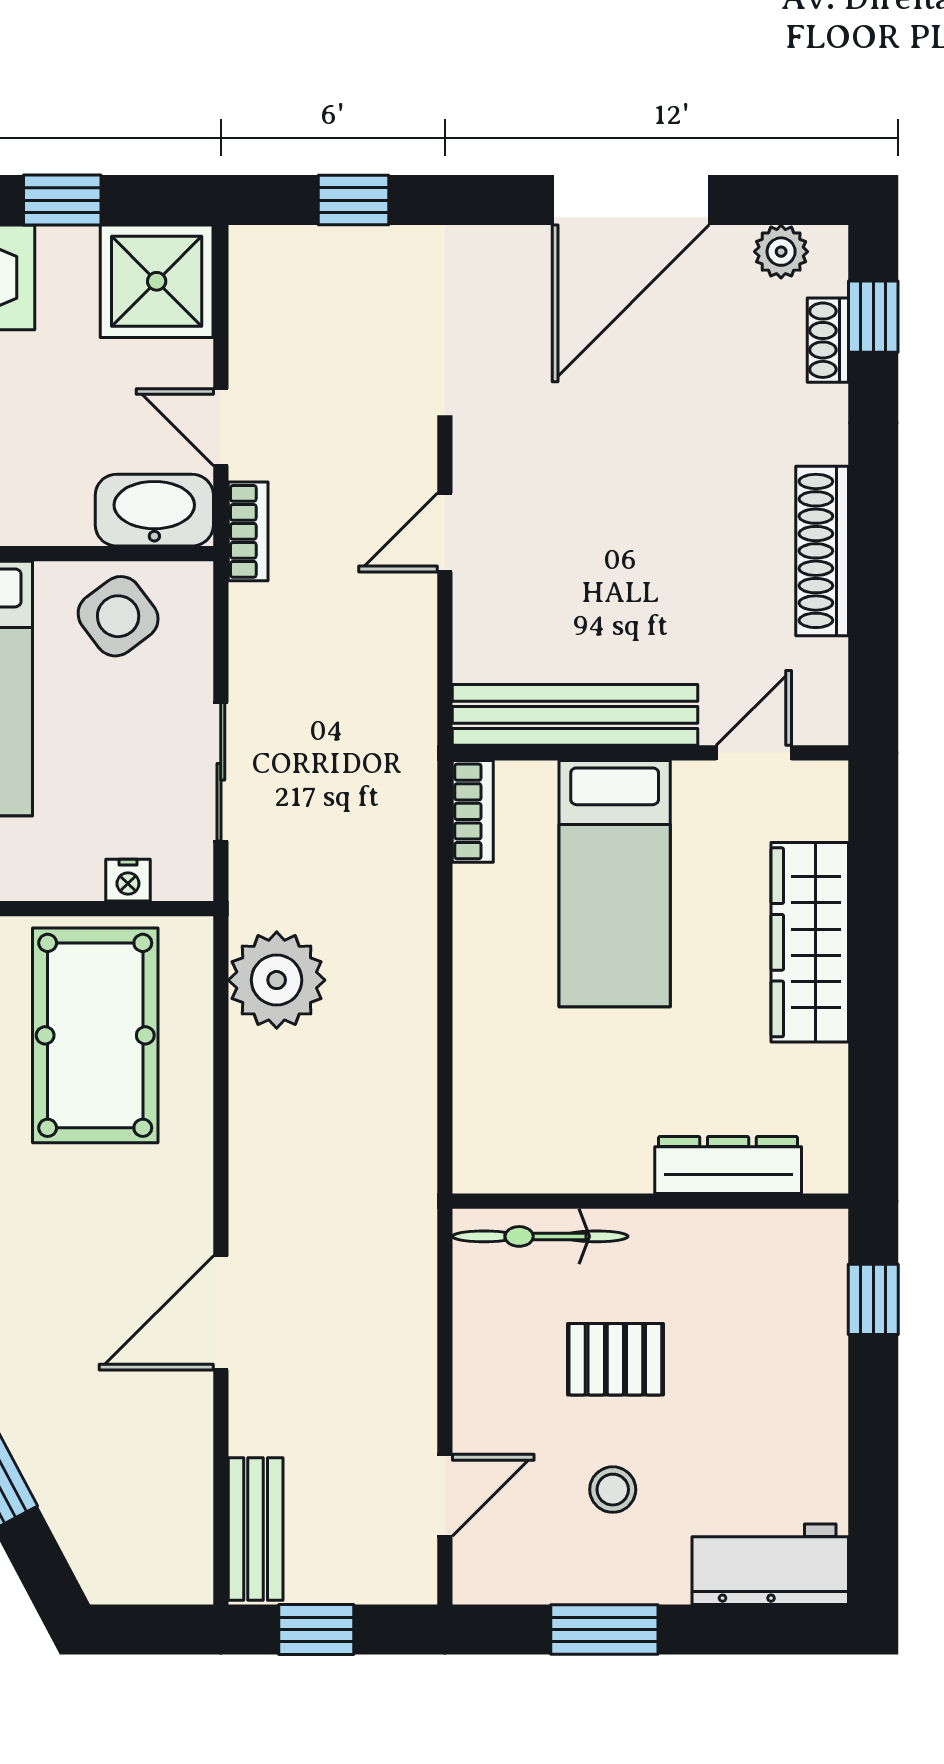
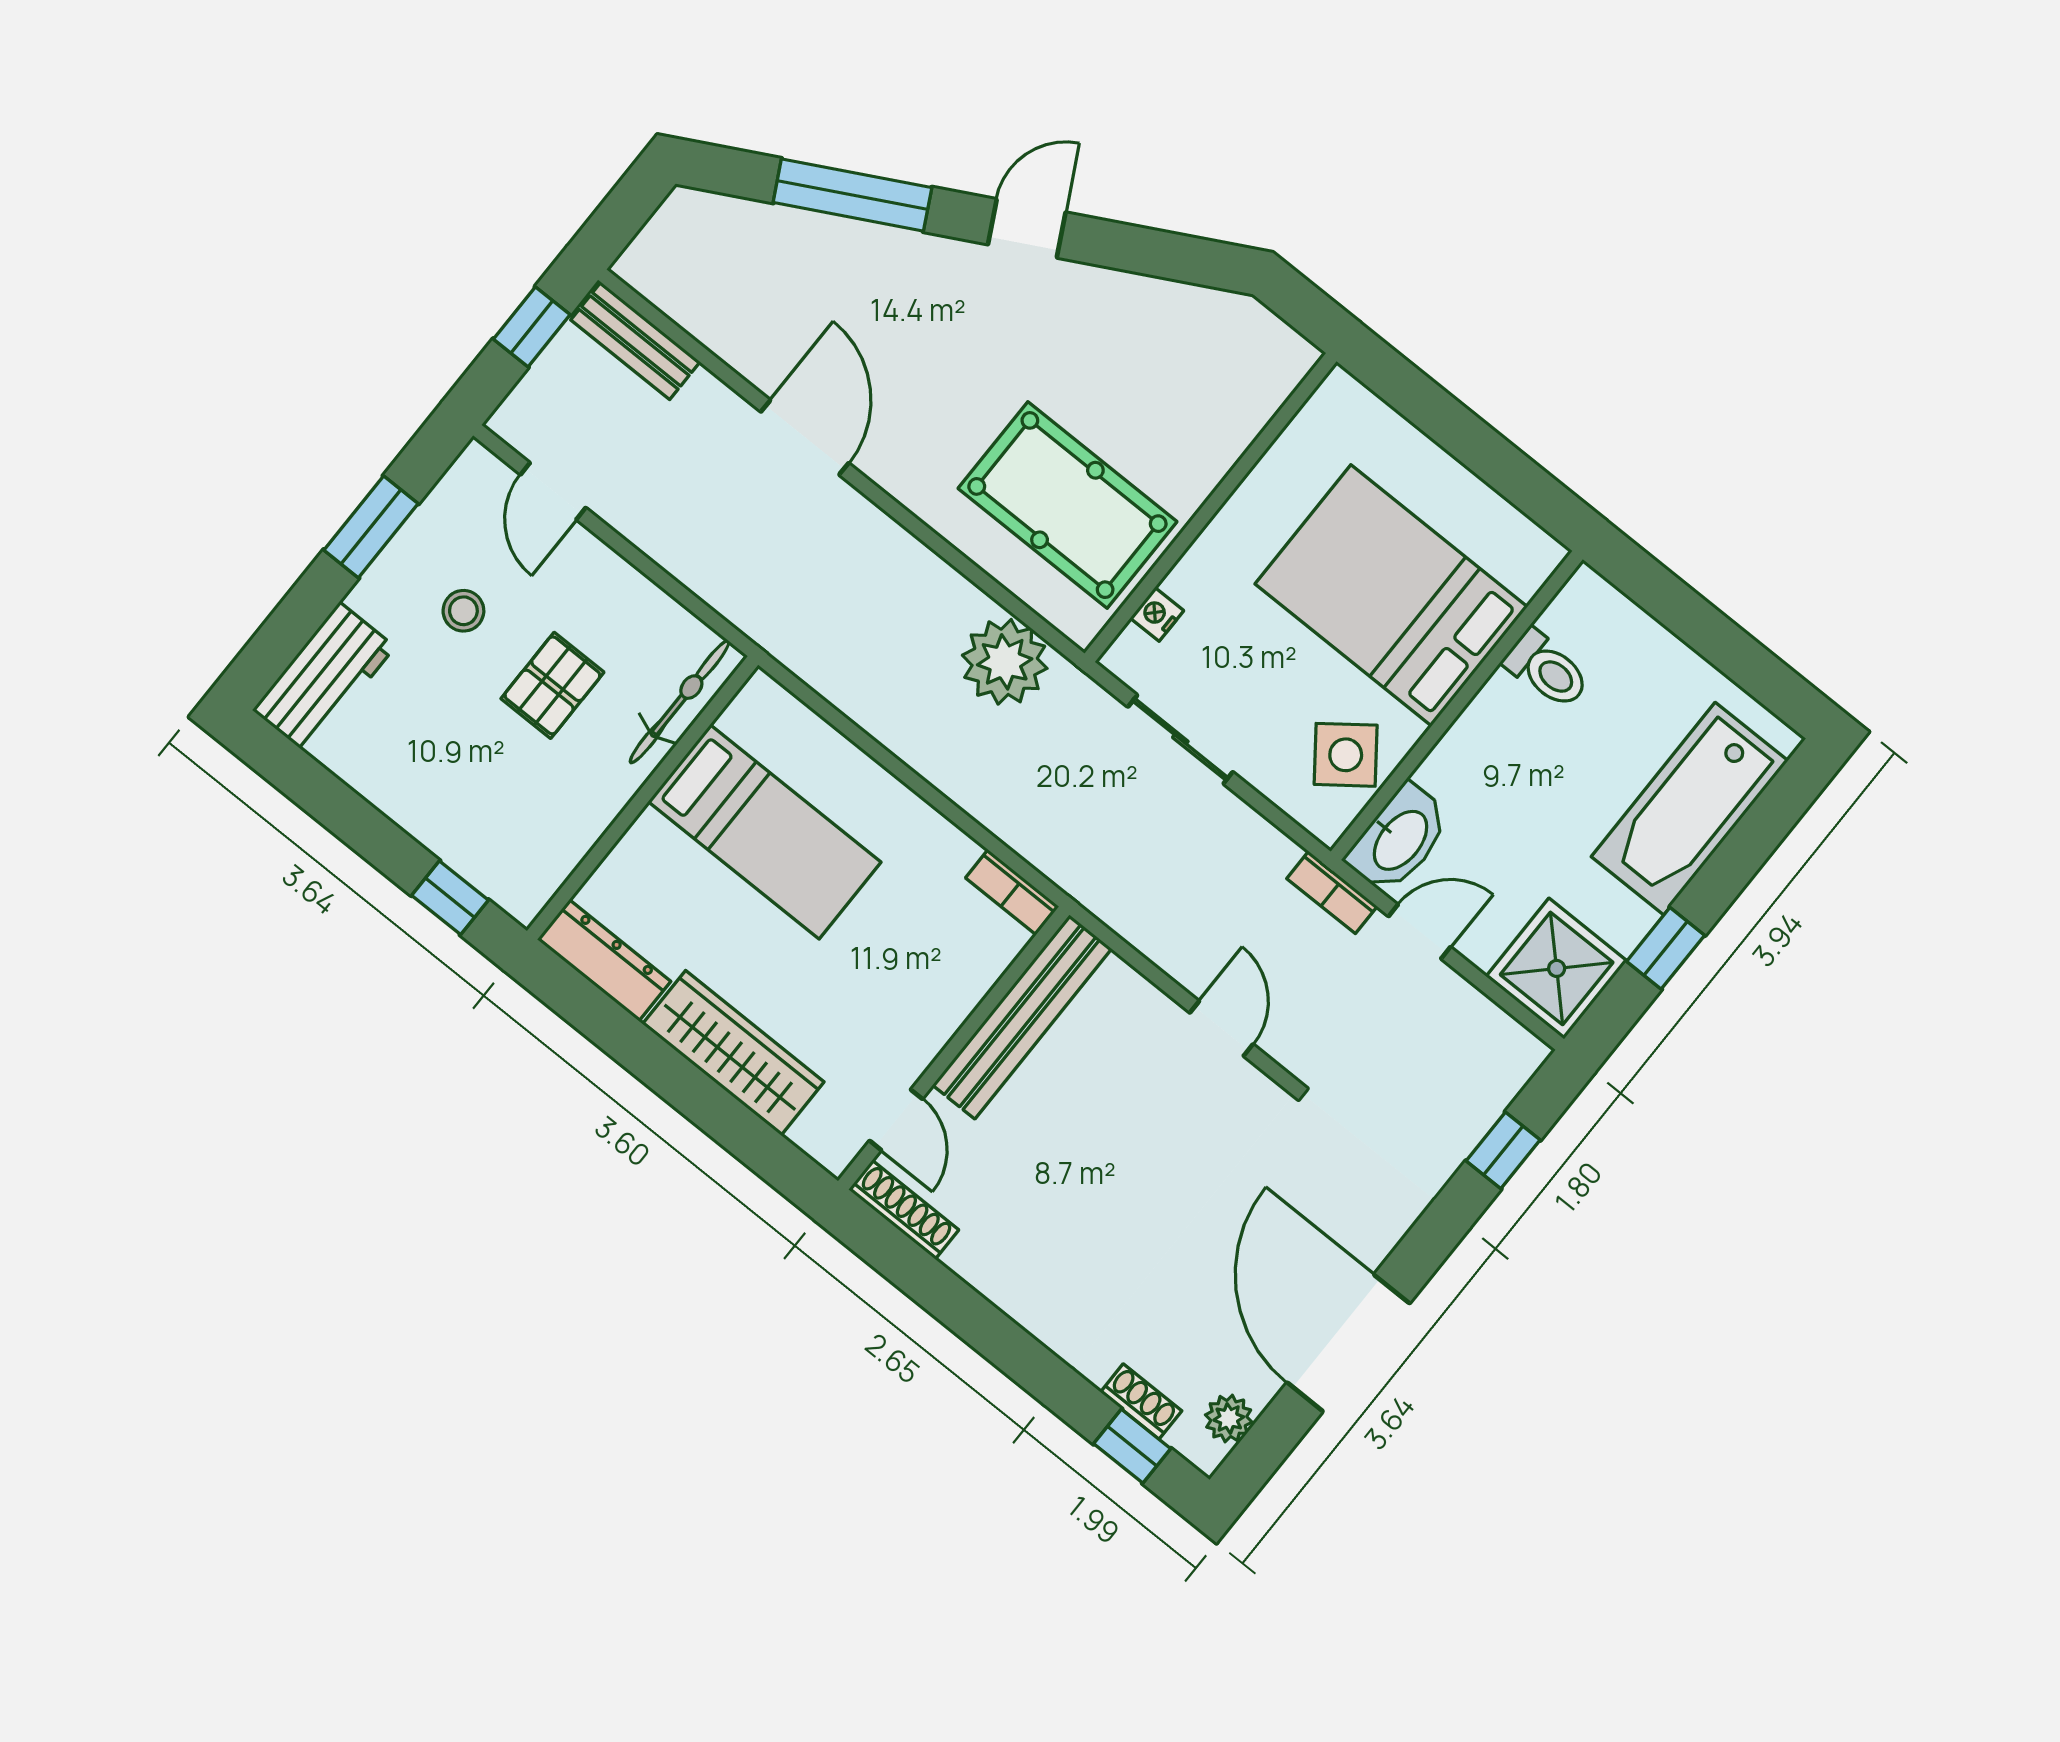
shoe rack: (822, 551) -> (904, 1210), moved, width x0.74, depth x0.81
bed: (615, 884) -> (765, 832), moved, turned 180
dresser: (728, 1165) -> (604, 960), moved, turned -90

